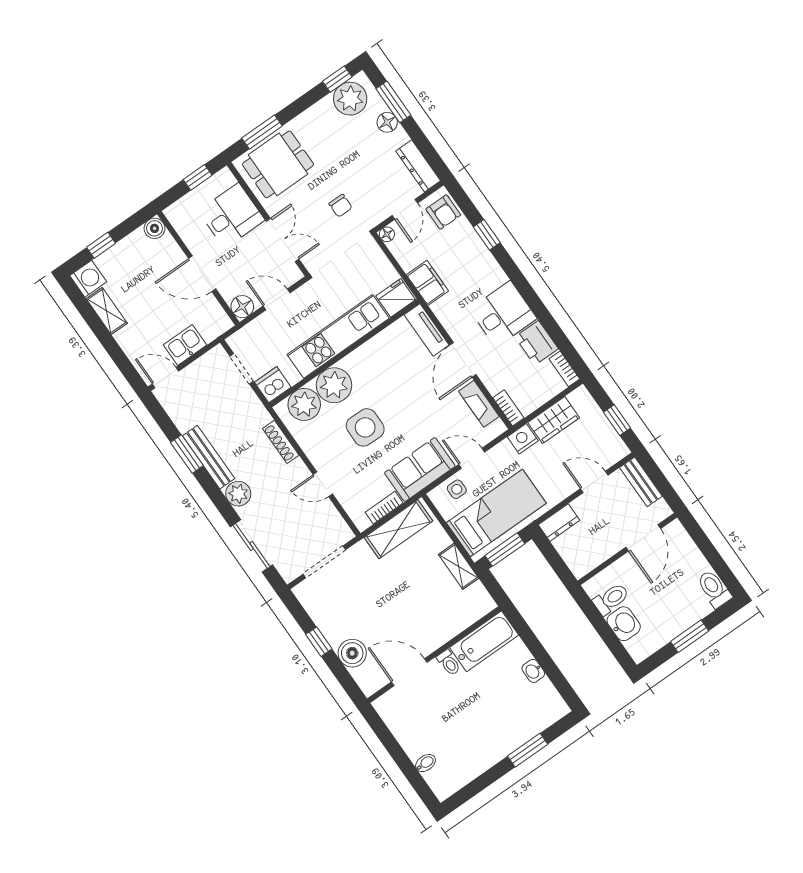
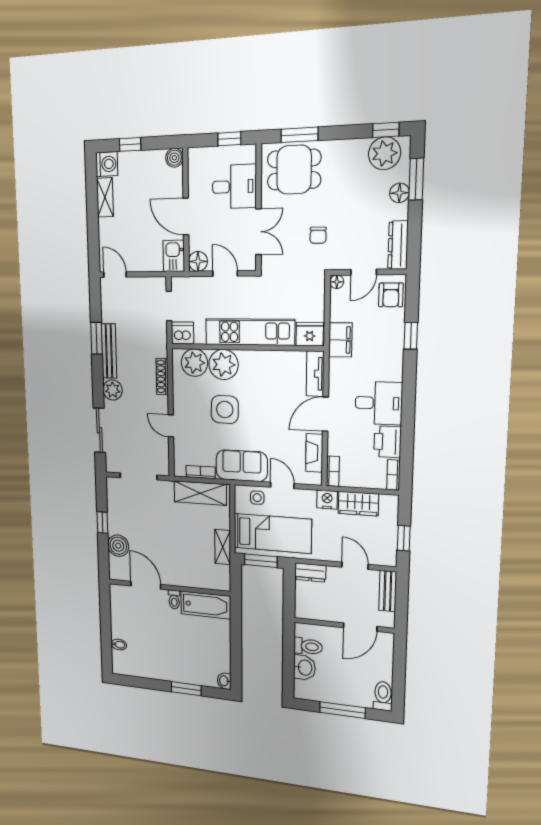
kitchen sink: (185, 345) -> (174, 256), moved, turned -90
window: (690, 636) -> (342, 710), width x1.44
washbasin: (533, 671) -> (224, 681), moved

